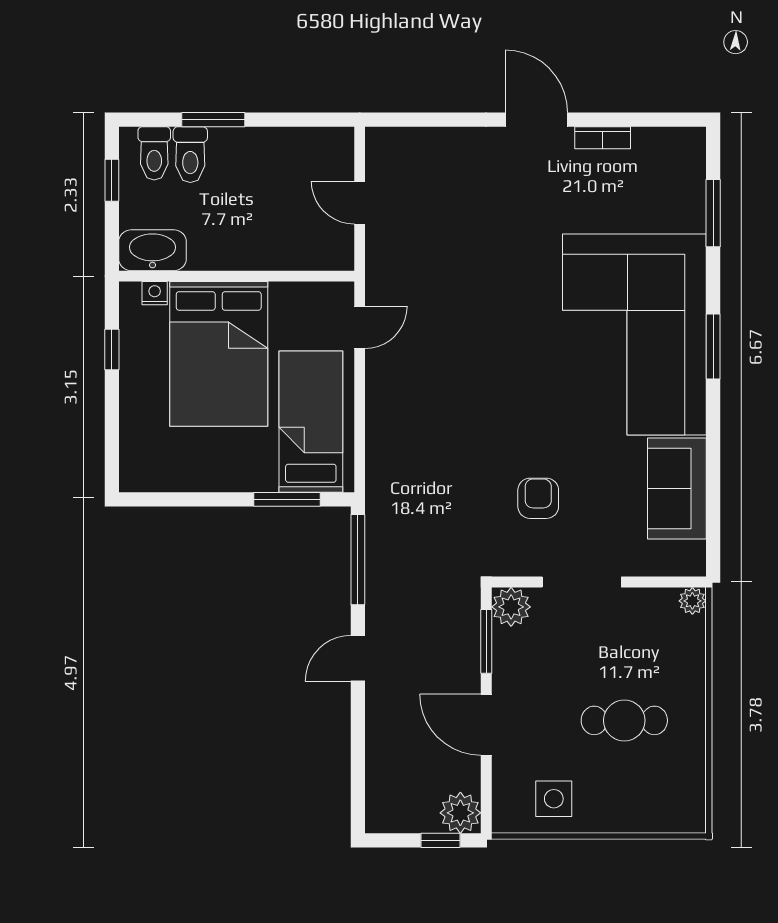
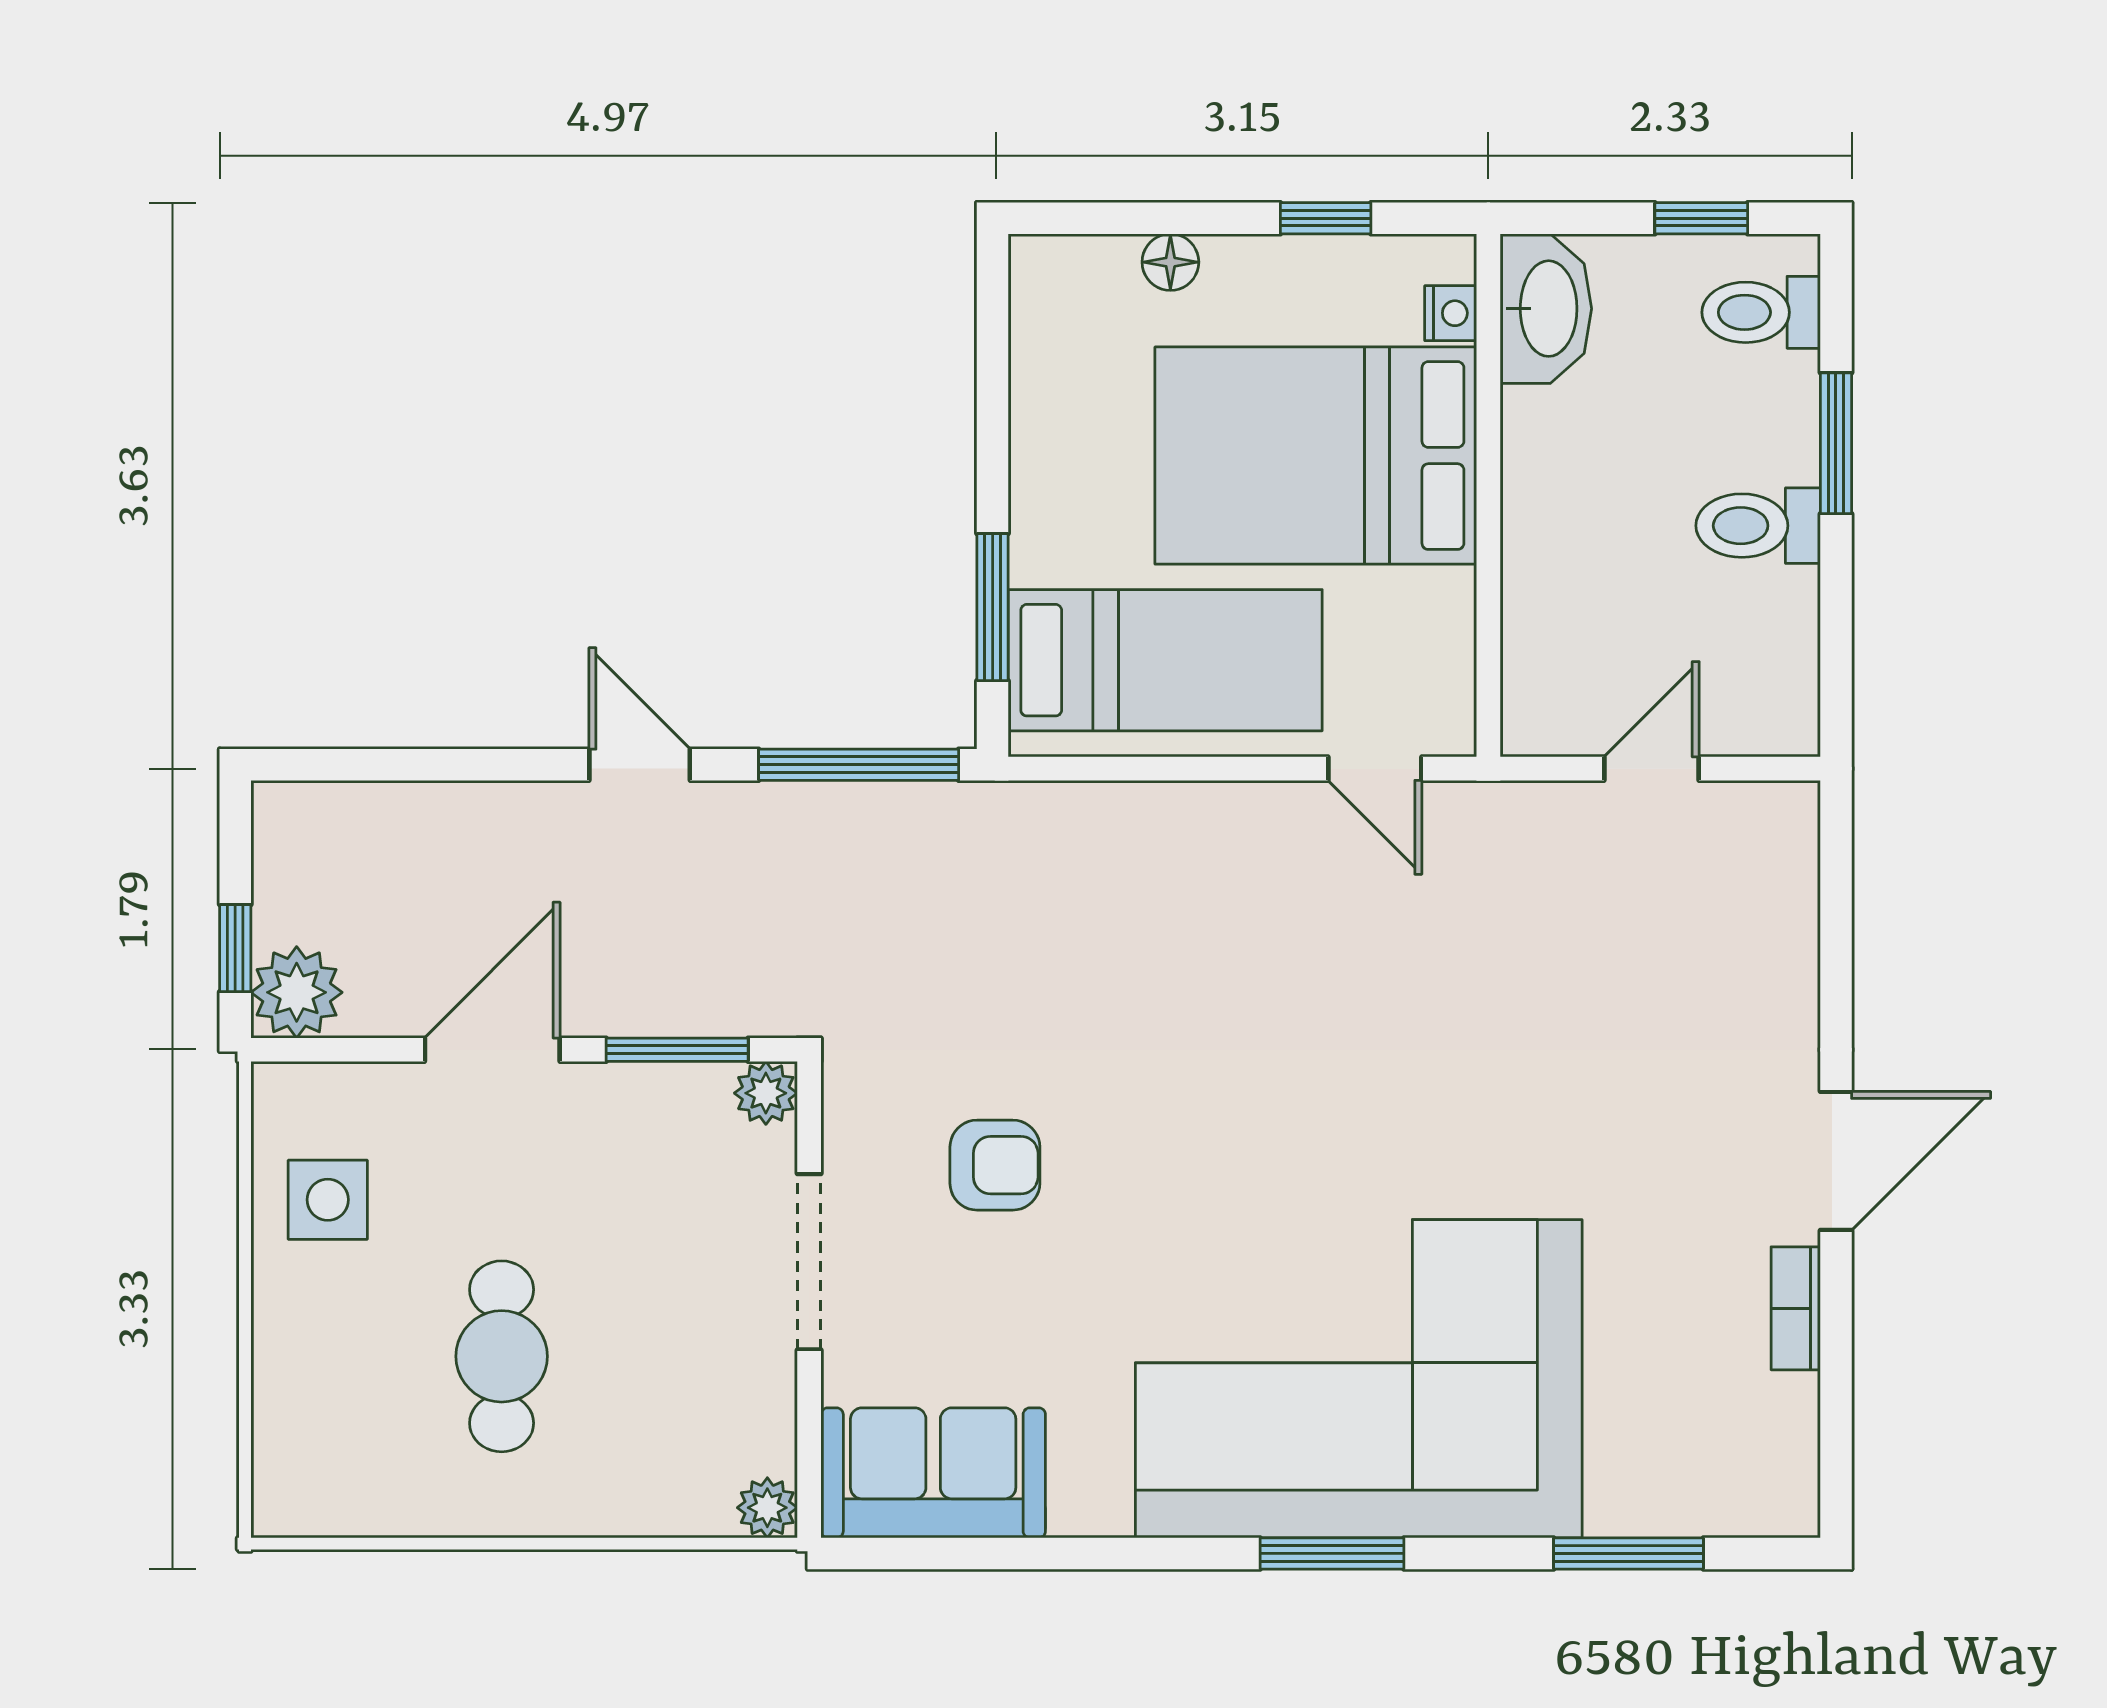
toilet: (190, 155) -> (1758, 526), moved
floor lamp: (132, 419) -> (1170, 262), added
sofa: (677, 488) -> (933, 1473), moved
plant: (511, 607) -> (766, 1093), width x0.73, depth x0.73

